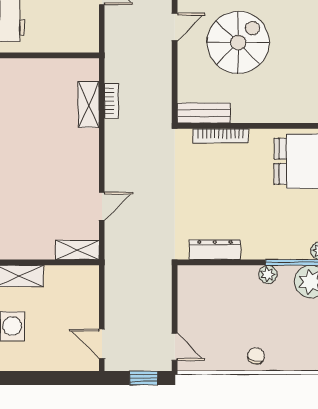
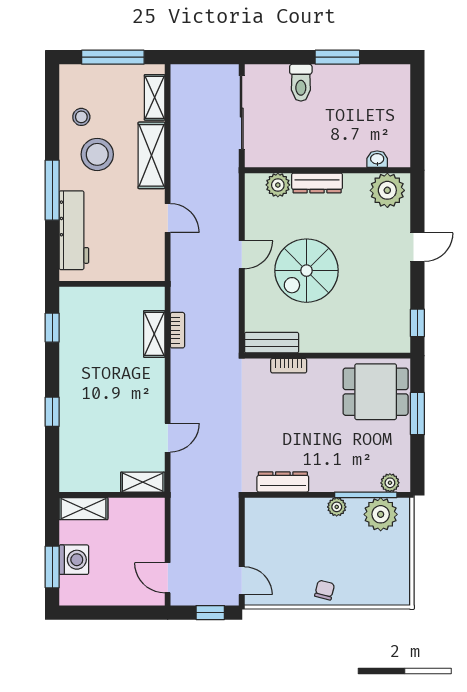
spiral stairs: (238, 42) -> (306, 271), turned 180
bookcase: (221, 136) -> (289, 366), width x0.64

